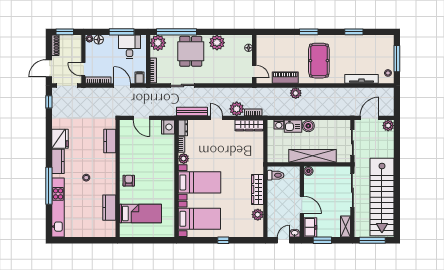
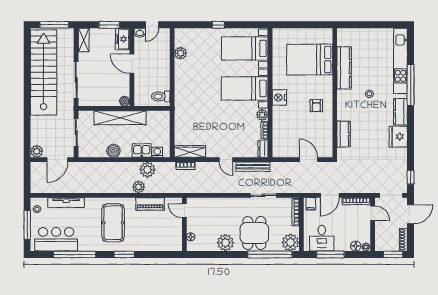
window: (354, 32) -> (75, 254), width x2.11
bar counter: (371, 46) -> (56, 239), added
door: (122, 85) -> (330, 195), hinge flipped
plant: (237, 109) -> (147, 170), moved
boiler: (308, 126) -> (113, 151), moved
nightstand: (168, 127) -> (279, 97), moved
armchair: (129, 181) -> (316, 106), moved
wardrobe: (258, 189) -> (181, 81), removed
kitchen counter: (109, 208) -> (344, 68), width x1.50
bed: (140, 213) -> (310, 60), width x1.50

